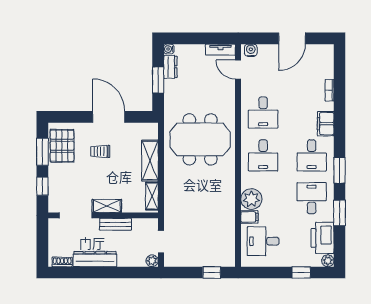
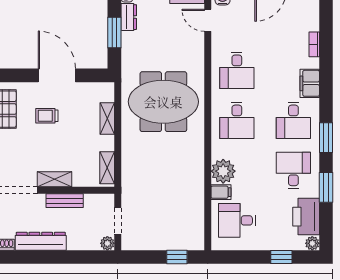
shelving: (150, 161) -> (107, 118), width x0.67, depth x0.75

